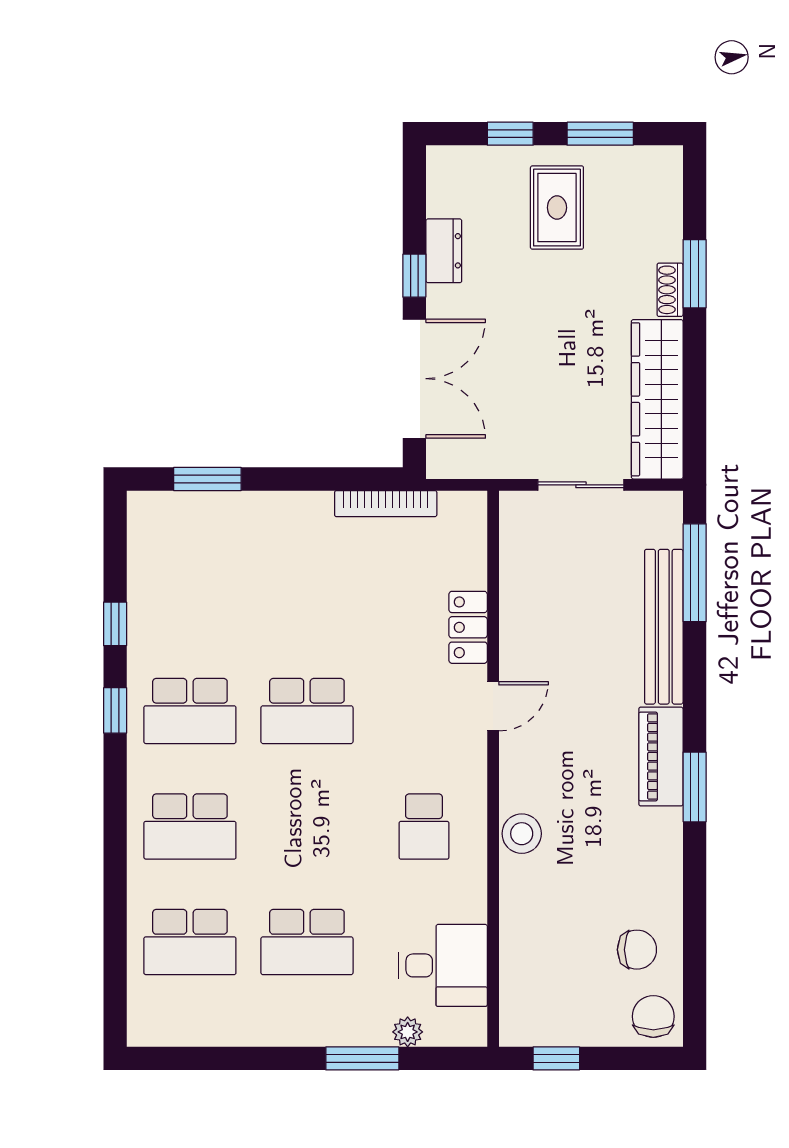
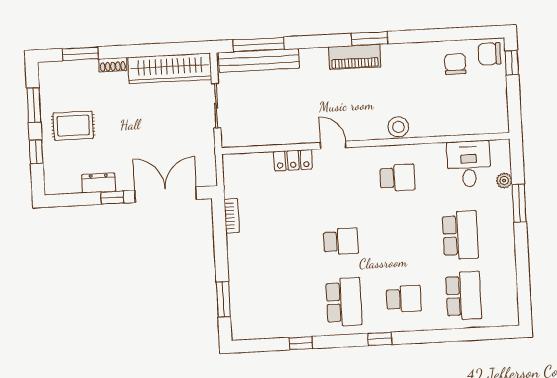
window: (695, 274) -> (80, 54), moved
bookcase: (386, 504) -> (232, 216), width x0.64
bench: (664, 627) -> (259, 60), moved
window: (115, 710) -> (380, 339), moved
school desk: (307, 711) -> (341, 241), width x0.54
school desk: (190, 827) -> (404, 299), width x0.54
window: (556, 1058) -> (512, 63), moved

